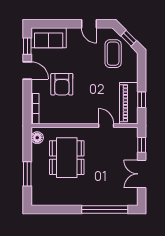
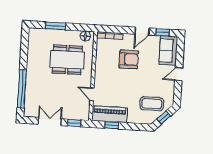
door: (89, 24) -> (179, 74), moved
armchair: (62, 84) -> (129, 59), turned 180
door: (106, 126) -> (92, 94), swing flipped

